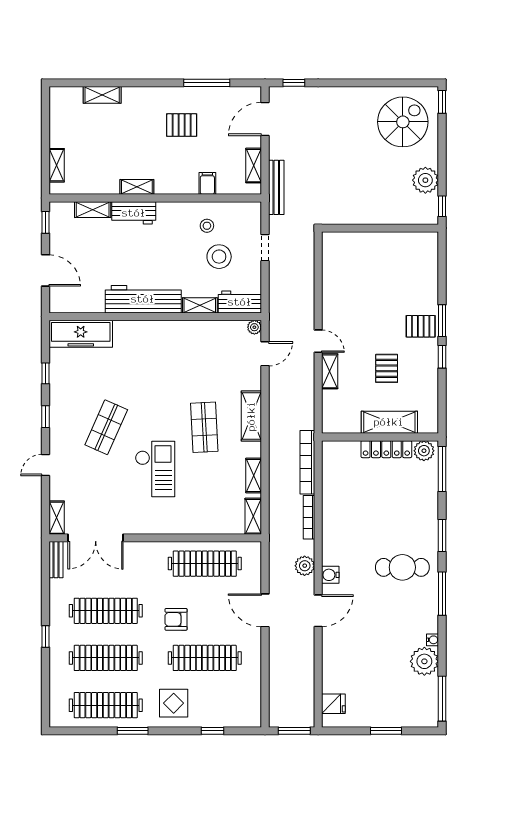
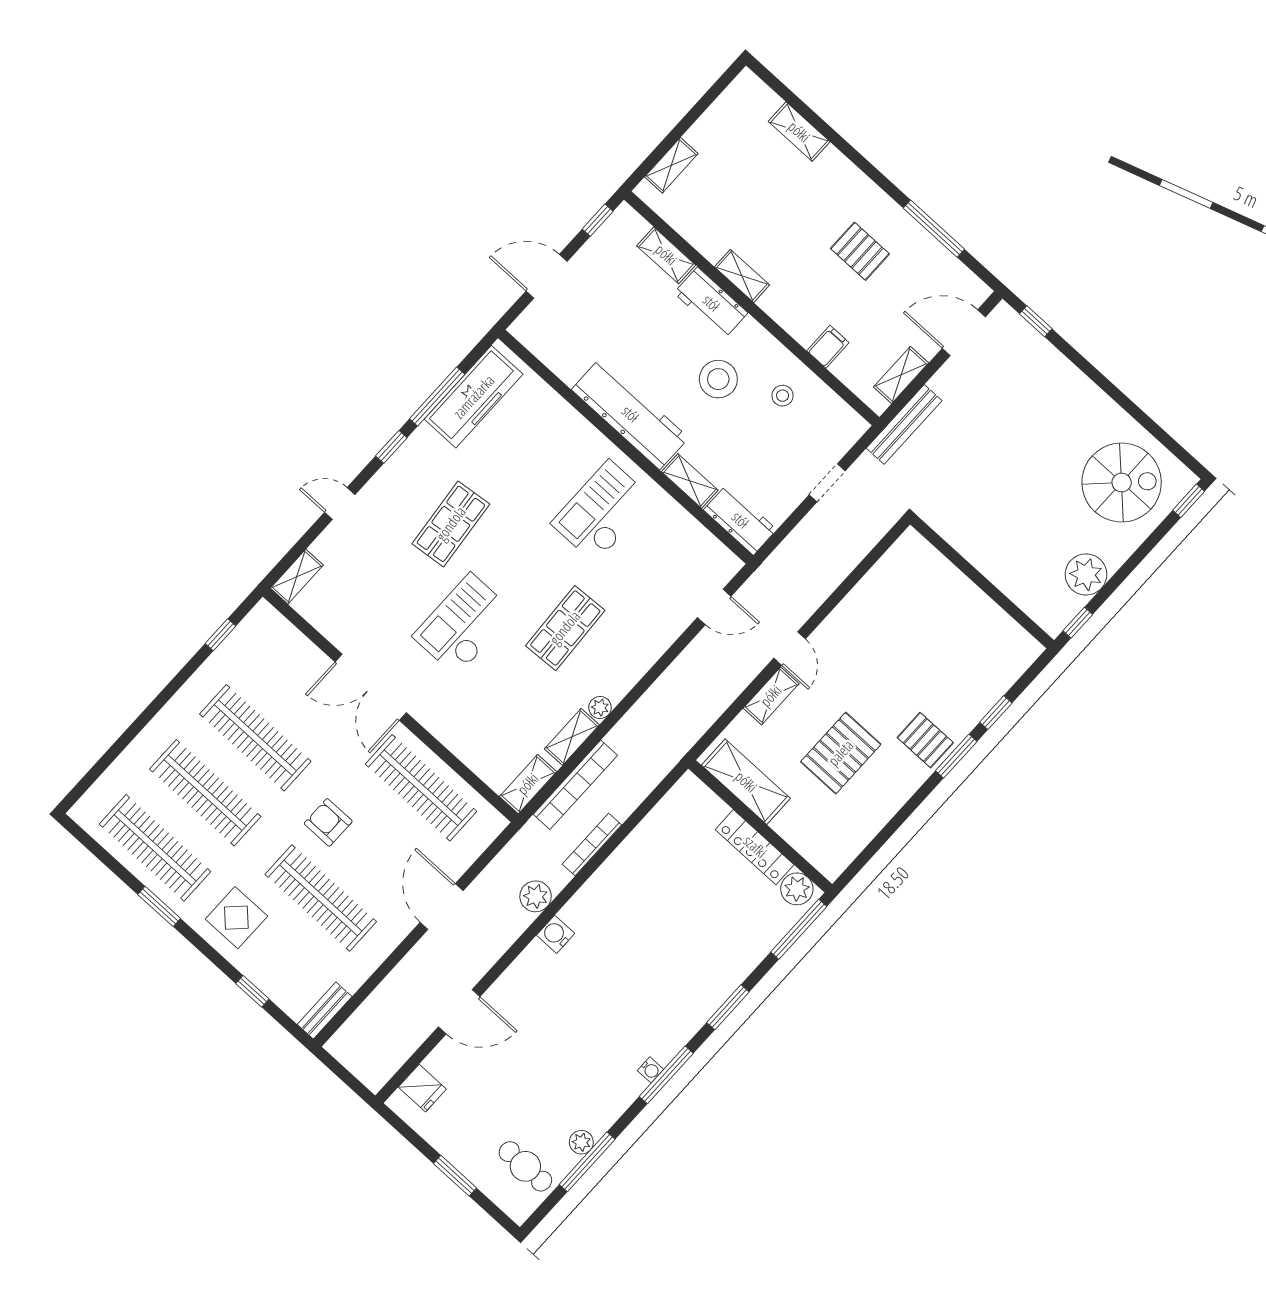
stool: (219, 257) -> (718, 379), moved
door: (45, 270) -> (547, 276), swing flipped
plant: (254, 327) -> (600, 708), moved
freezer: (81, 334) -> (474, 397), moved, turned -90
checkout: (172, 357) -> (602, 512), added
window: (442, 357) -> (996, 713), moved
pallet: (387, 368) -> (841, 753), width x1.50, depth x1.42
window: (45, 373) -> (437, 397), width x2.17
shelving: (251, 416) -> (632, 665), removed
shelving: (389, 422) -> (746, 782), moved
shop shelf: (106, 427) -> (451, 524), turned -30
bookcase: (307, 462) -> (575, 785), moved, turned 180
checkout: (155, 469) -> (464, 625), turned 180
double door: (96, 538) -> (371, 687), moved
bench: (56, 560) -> (325, 1011), moved
cafe table: (402, 567) -> (525, 1166), moved, width x0.73, depth x0.74
door: (318, 611) -> (459, 1012), moved
window: (45, 636) -> (220, 635), moved
water cooler: (433, 640) -> (650, 1070), moved
plant: (424, 661) -> (581, 1142), width x0.53, depth x0.53
window: (442, 699) -> (587, 1162), moved
window: (294, 731) -> (348, 1078), removed

